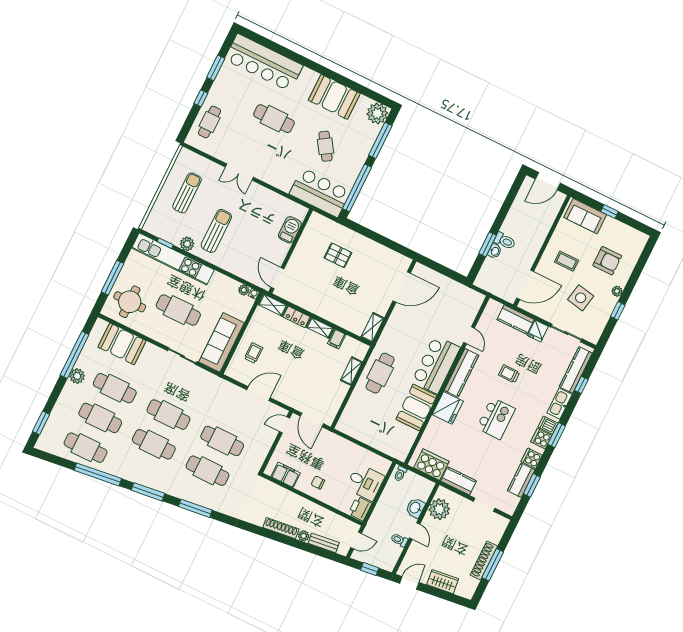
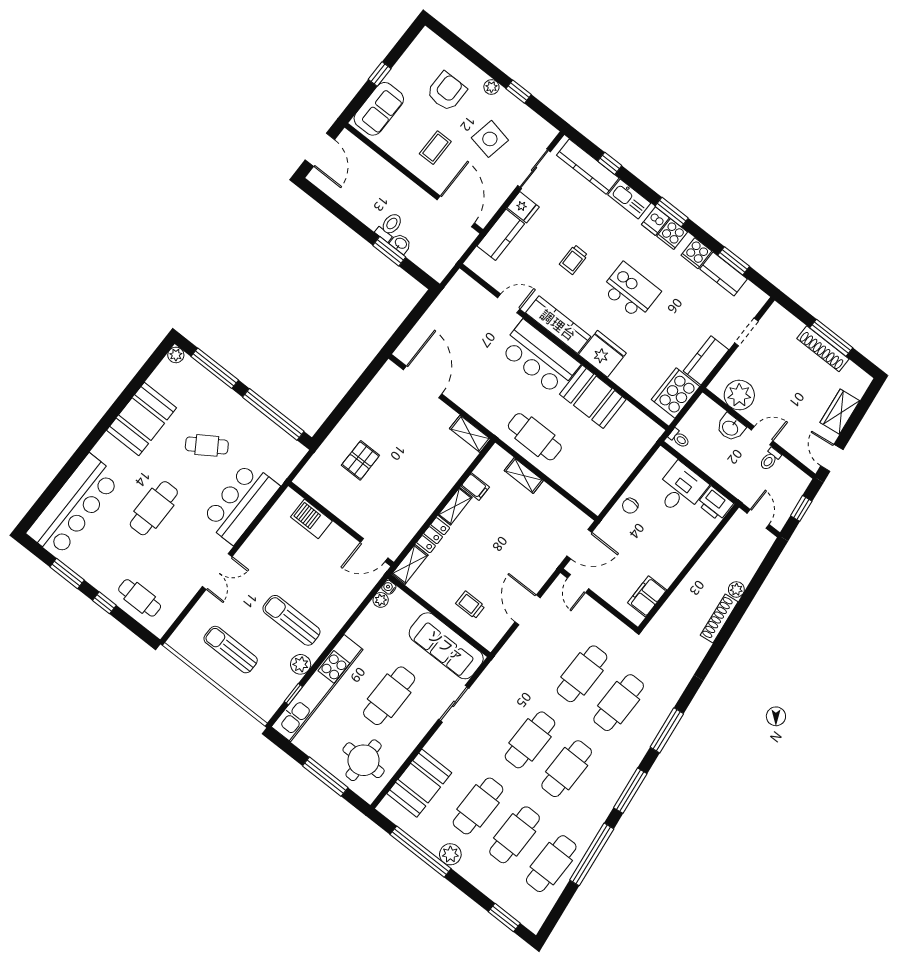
plant: (377, 113) -> (176, 355), width x0.53, depth x0.53
bar counter: (320, 193) -> (240, 503), moved
chair: (318, 483) -> (630, 506), moved
bench: (324, 543) -> (752, 564), removed

